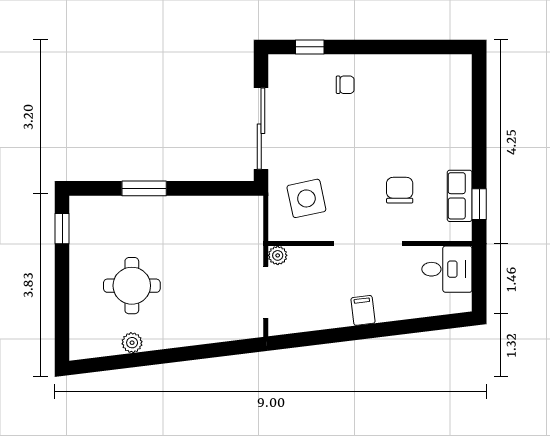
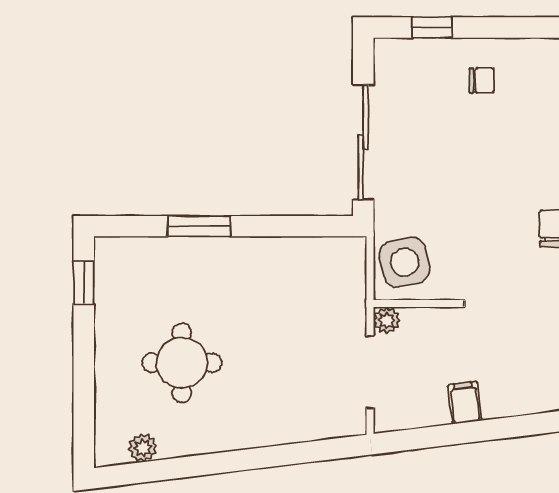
side table: (306, 198) -> (405, 262), moved
filing cabinet: (363, 310) -> (465, 403), moved
plant: (132, 343) -> (143, 448), moved

